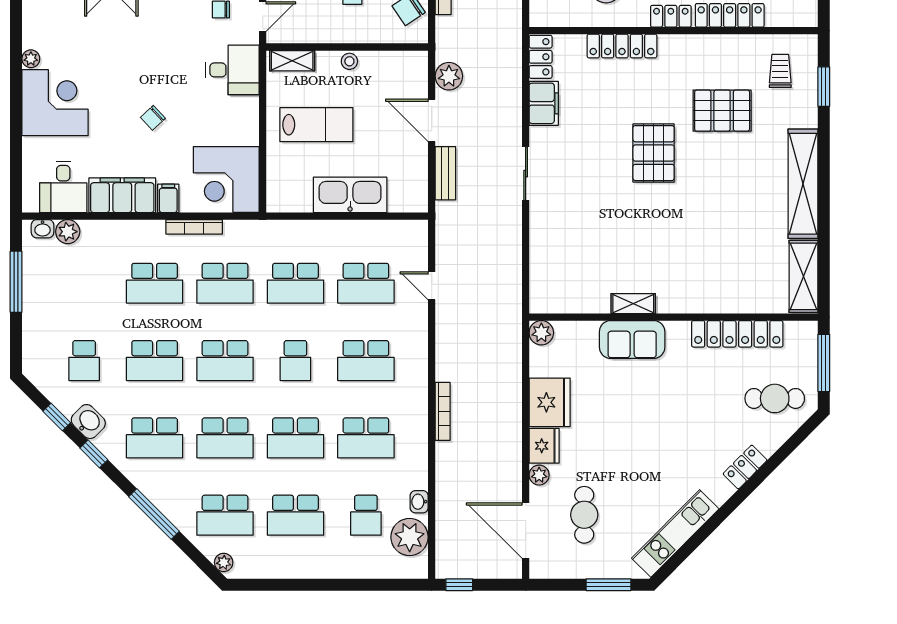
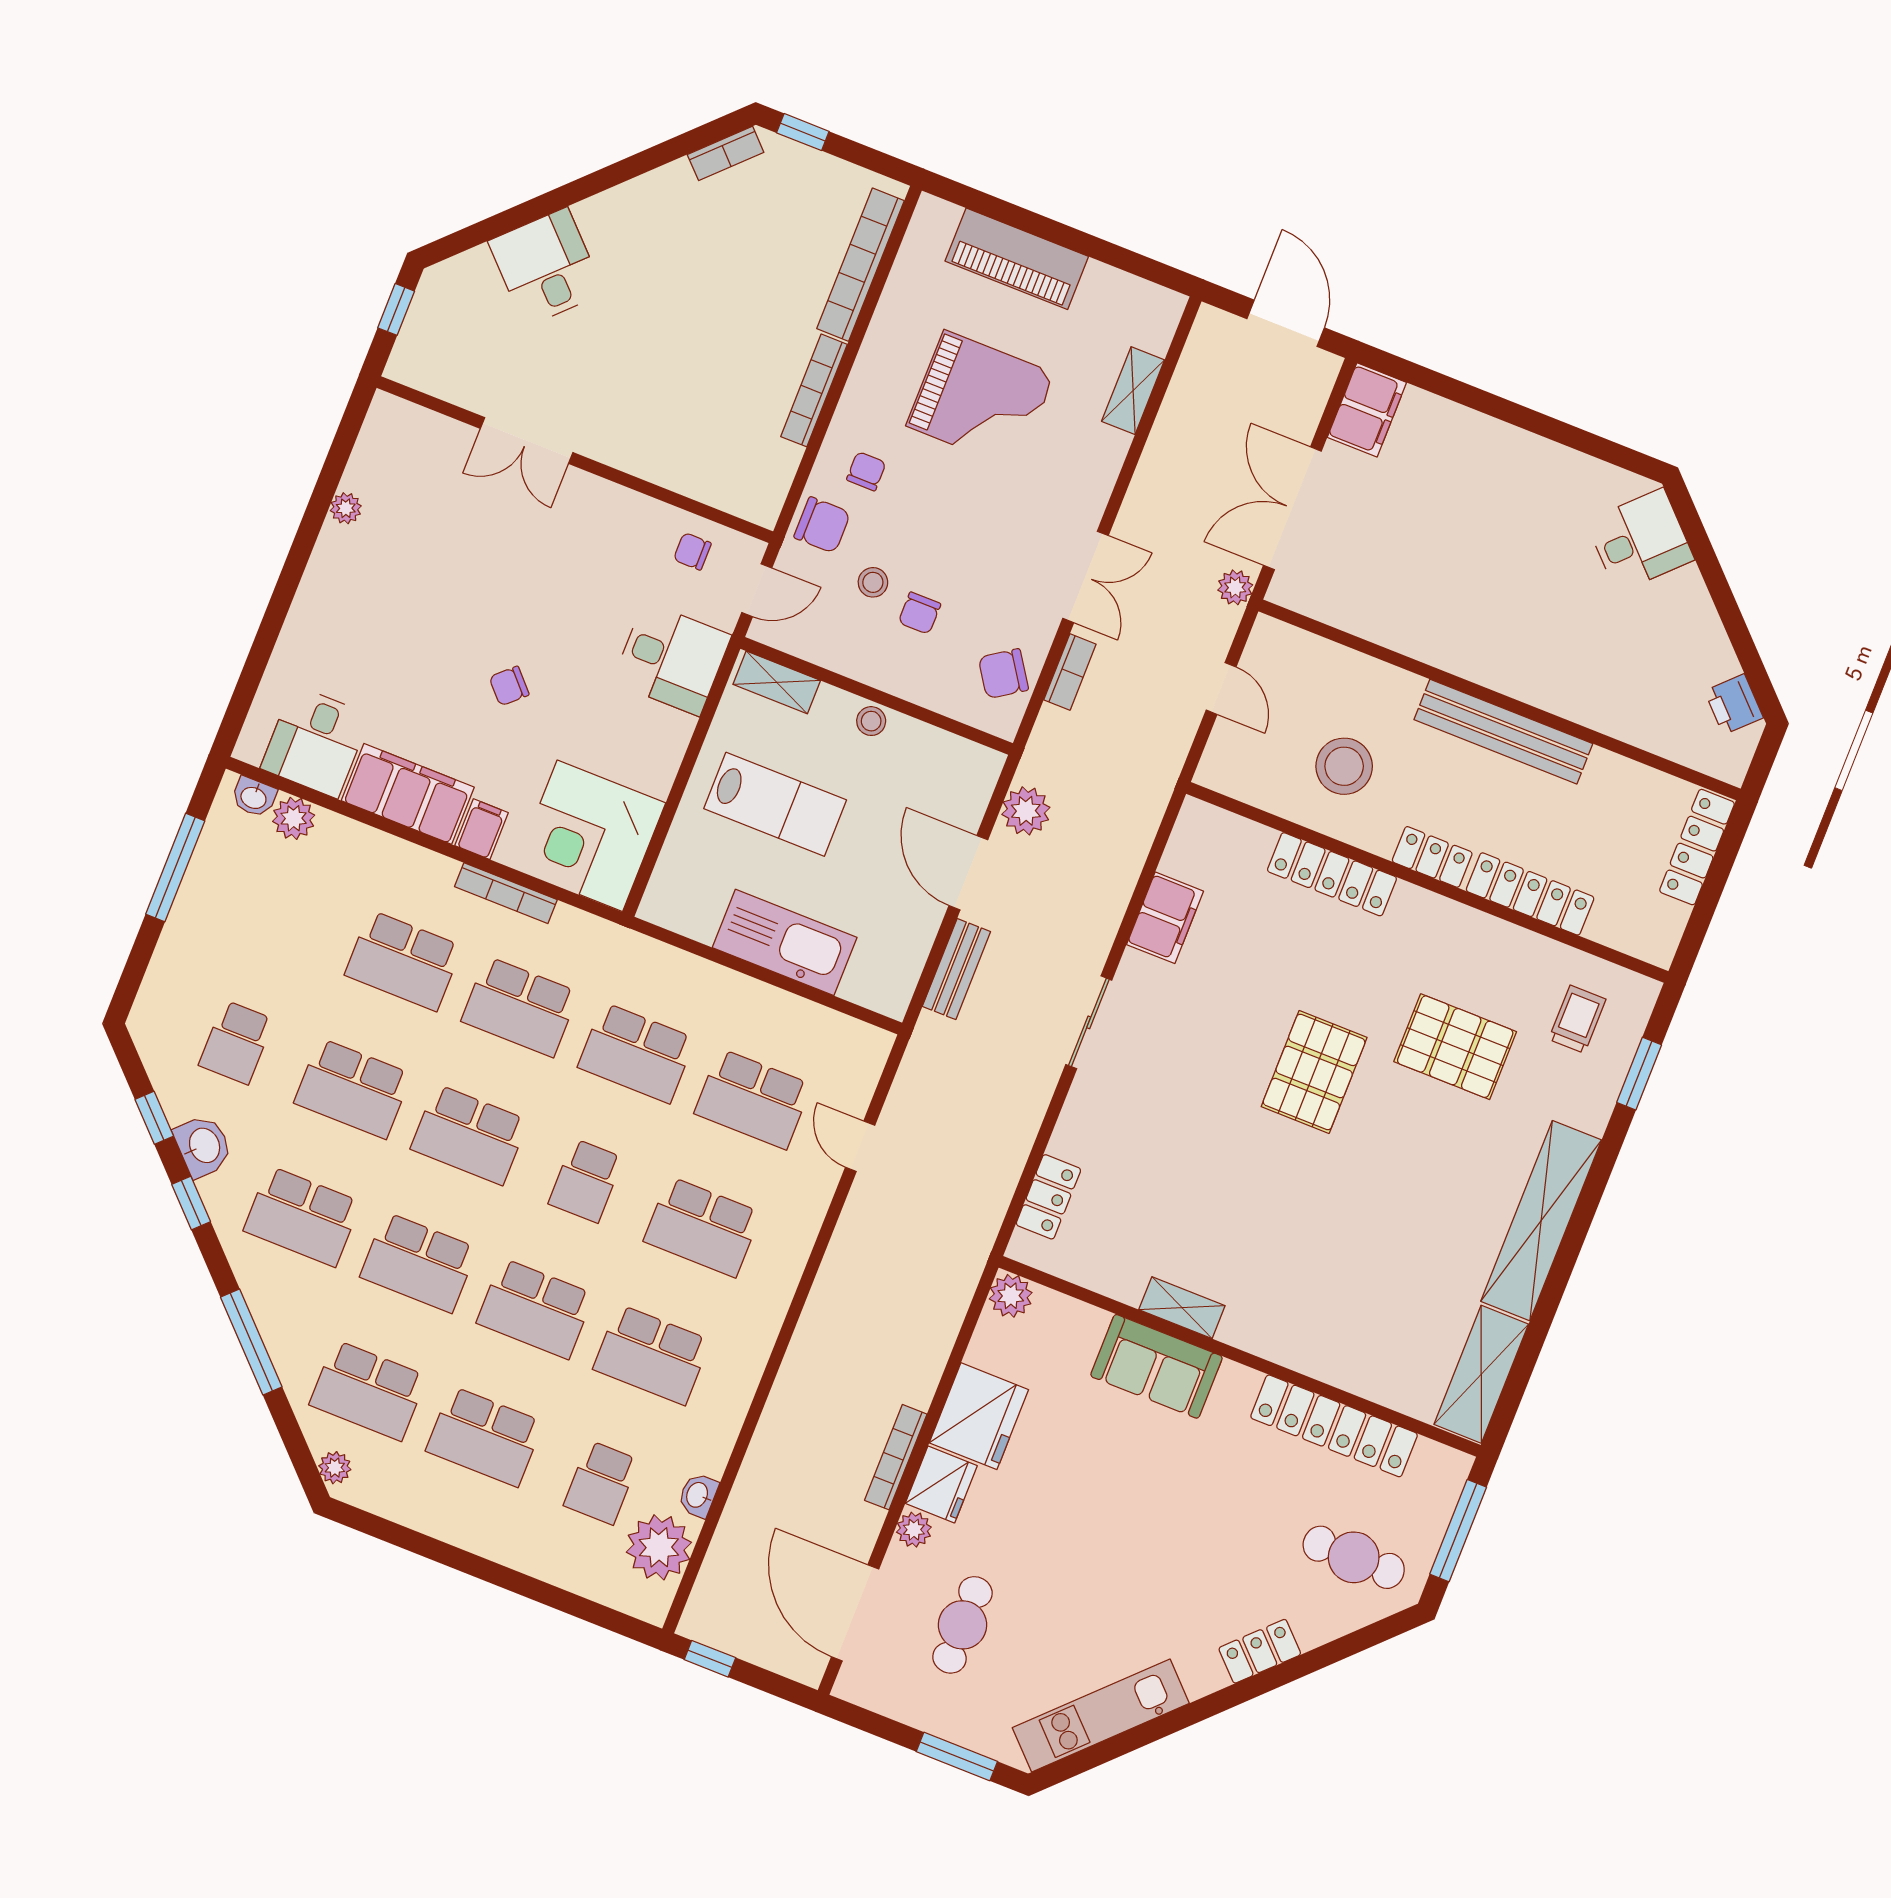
locker: (541, 57) -> (1048, 1197), moved
corner desk: (55, 103) -> (357, 597), removed
bookcase: (443, 411) -> (896, 1457), moved, turned 180

